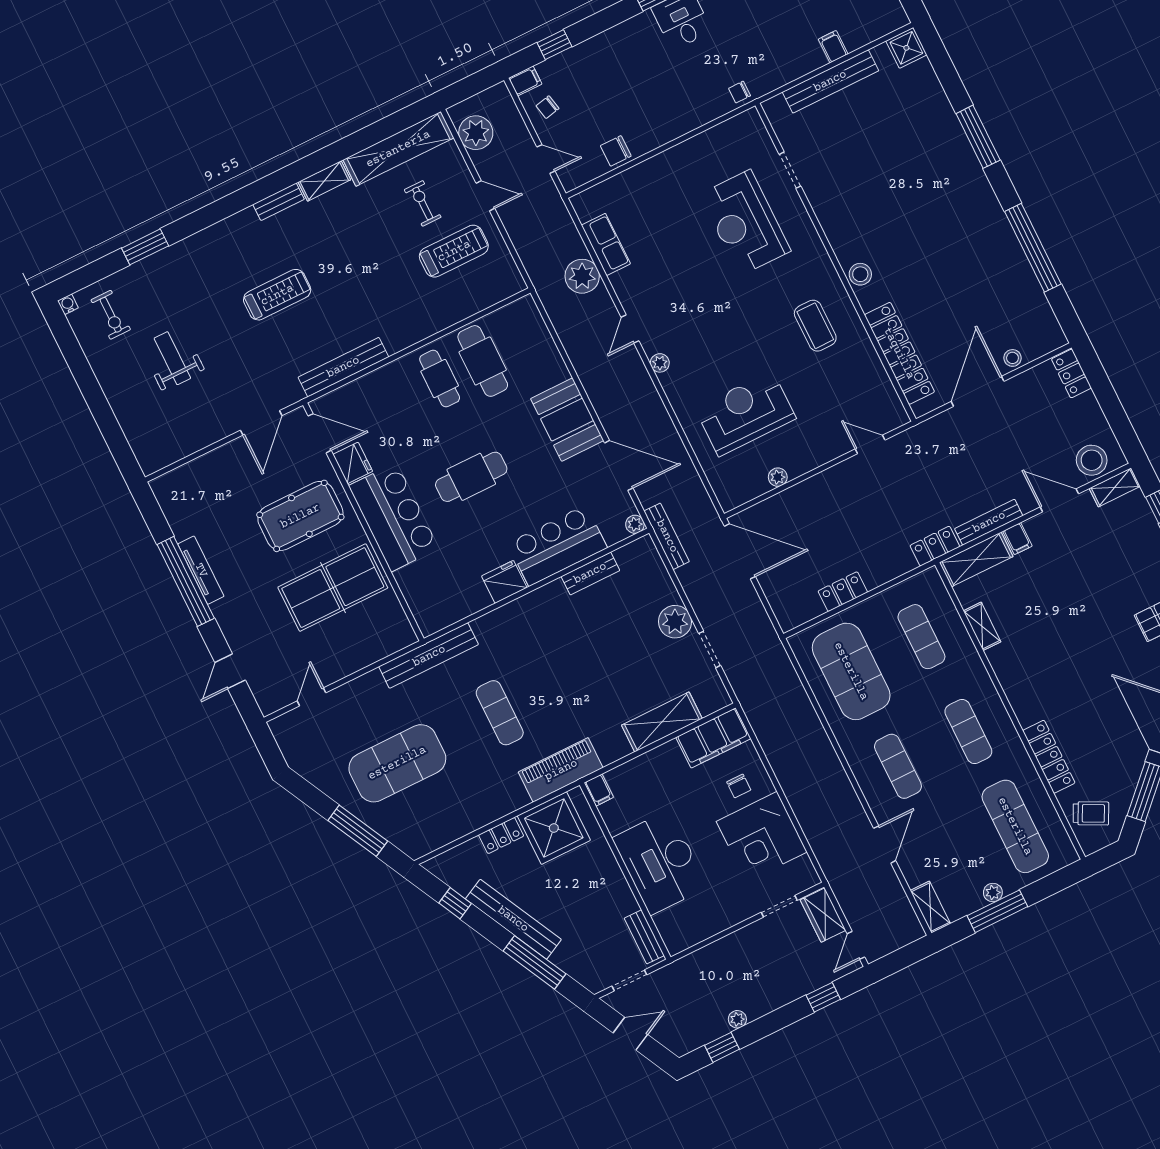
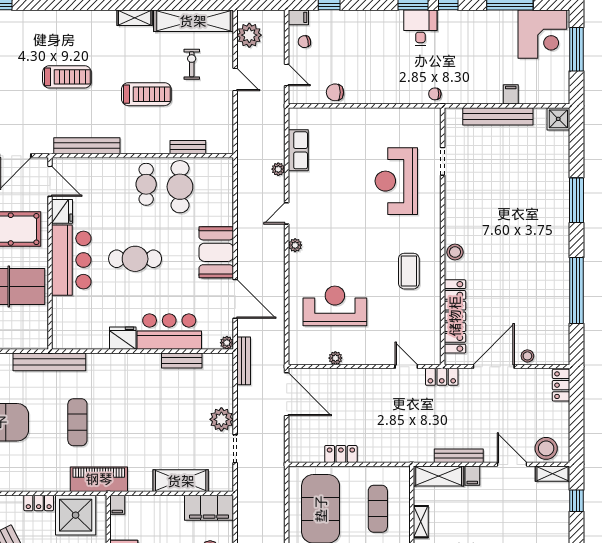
bench: (279, 202) -> (188, 147), moved
treadmill: (454, 251) -> (146, 94), moved
plant: (582, 276) -> (278, 169), width x0.53, depth x0.53
locker: (935, 546) -> (442, 377), moved, turned 180

